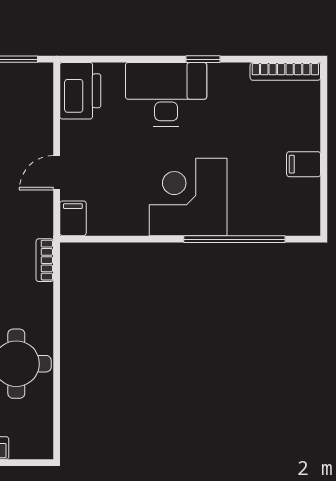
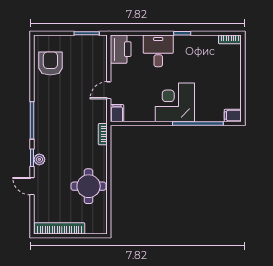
bookcase: (285, 71) -> (230, 39), width x0.64
desk: (166, 94) -> (158, 51), width x0.73
filing cabinet: (304, 164) -> (233, 116), moved

